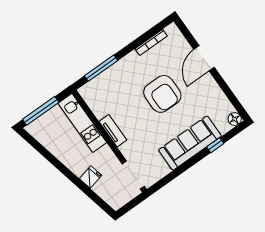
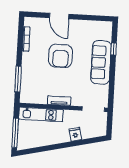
armchair: (162, 94) -> (61, 56), turned 90
floor lamp: (235, 119) -> (108, 26), removed

